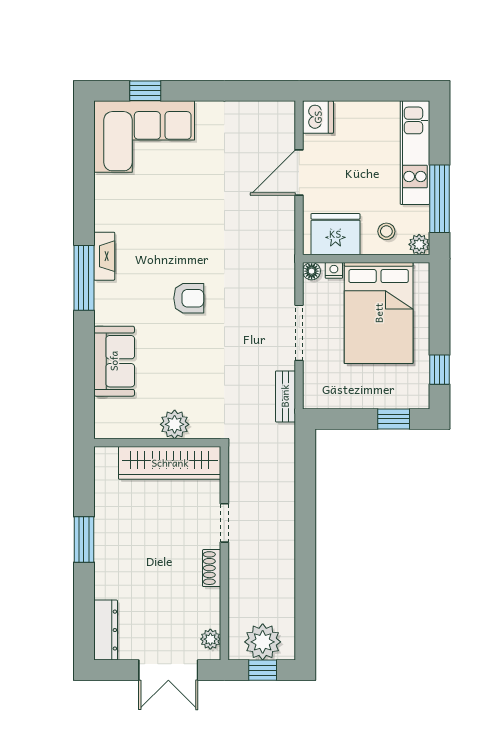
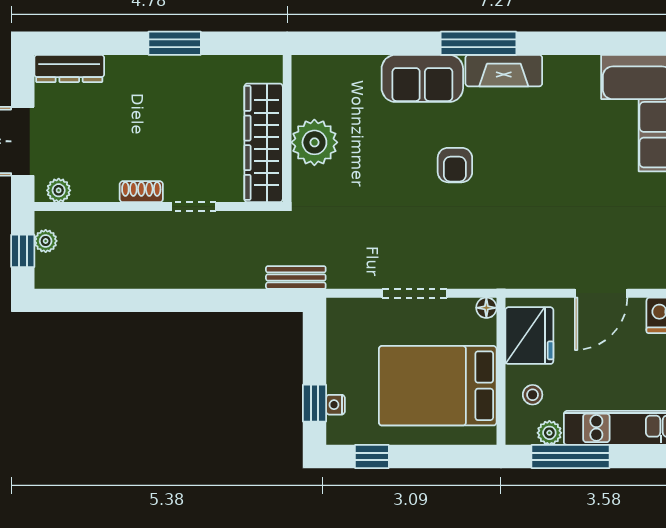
door: (299, 172) -> (601, 293), swing flipped
plant: (419, 244) -> (549, 433), moved
fireplace: (104, 256) -> (504, 71), width x1.37, depth x1.32
nightstand: (334, 270) -> (335, 405), moved, turned 180
sofa: (114, 361) -> (422, 78), moved
bench: (285, 396) -> (296, 277), moved
plant: (175, 424) -> (314, 142), width x1.36, depth x1.36
plant: (263, 642) -> (46, 241), width x0.53, depth x0.53

